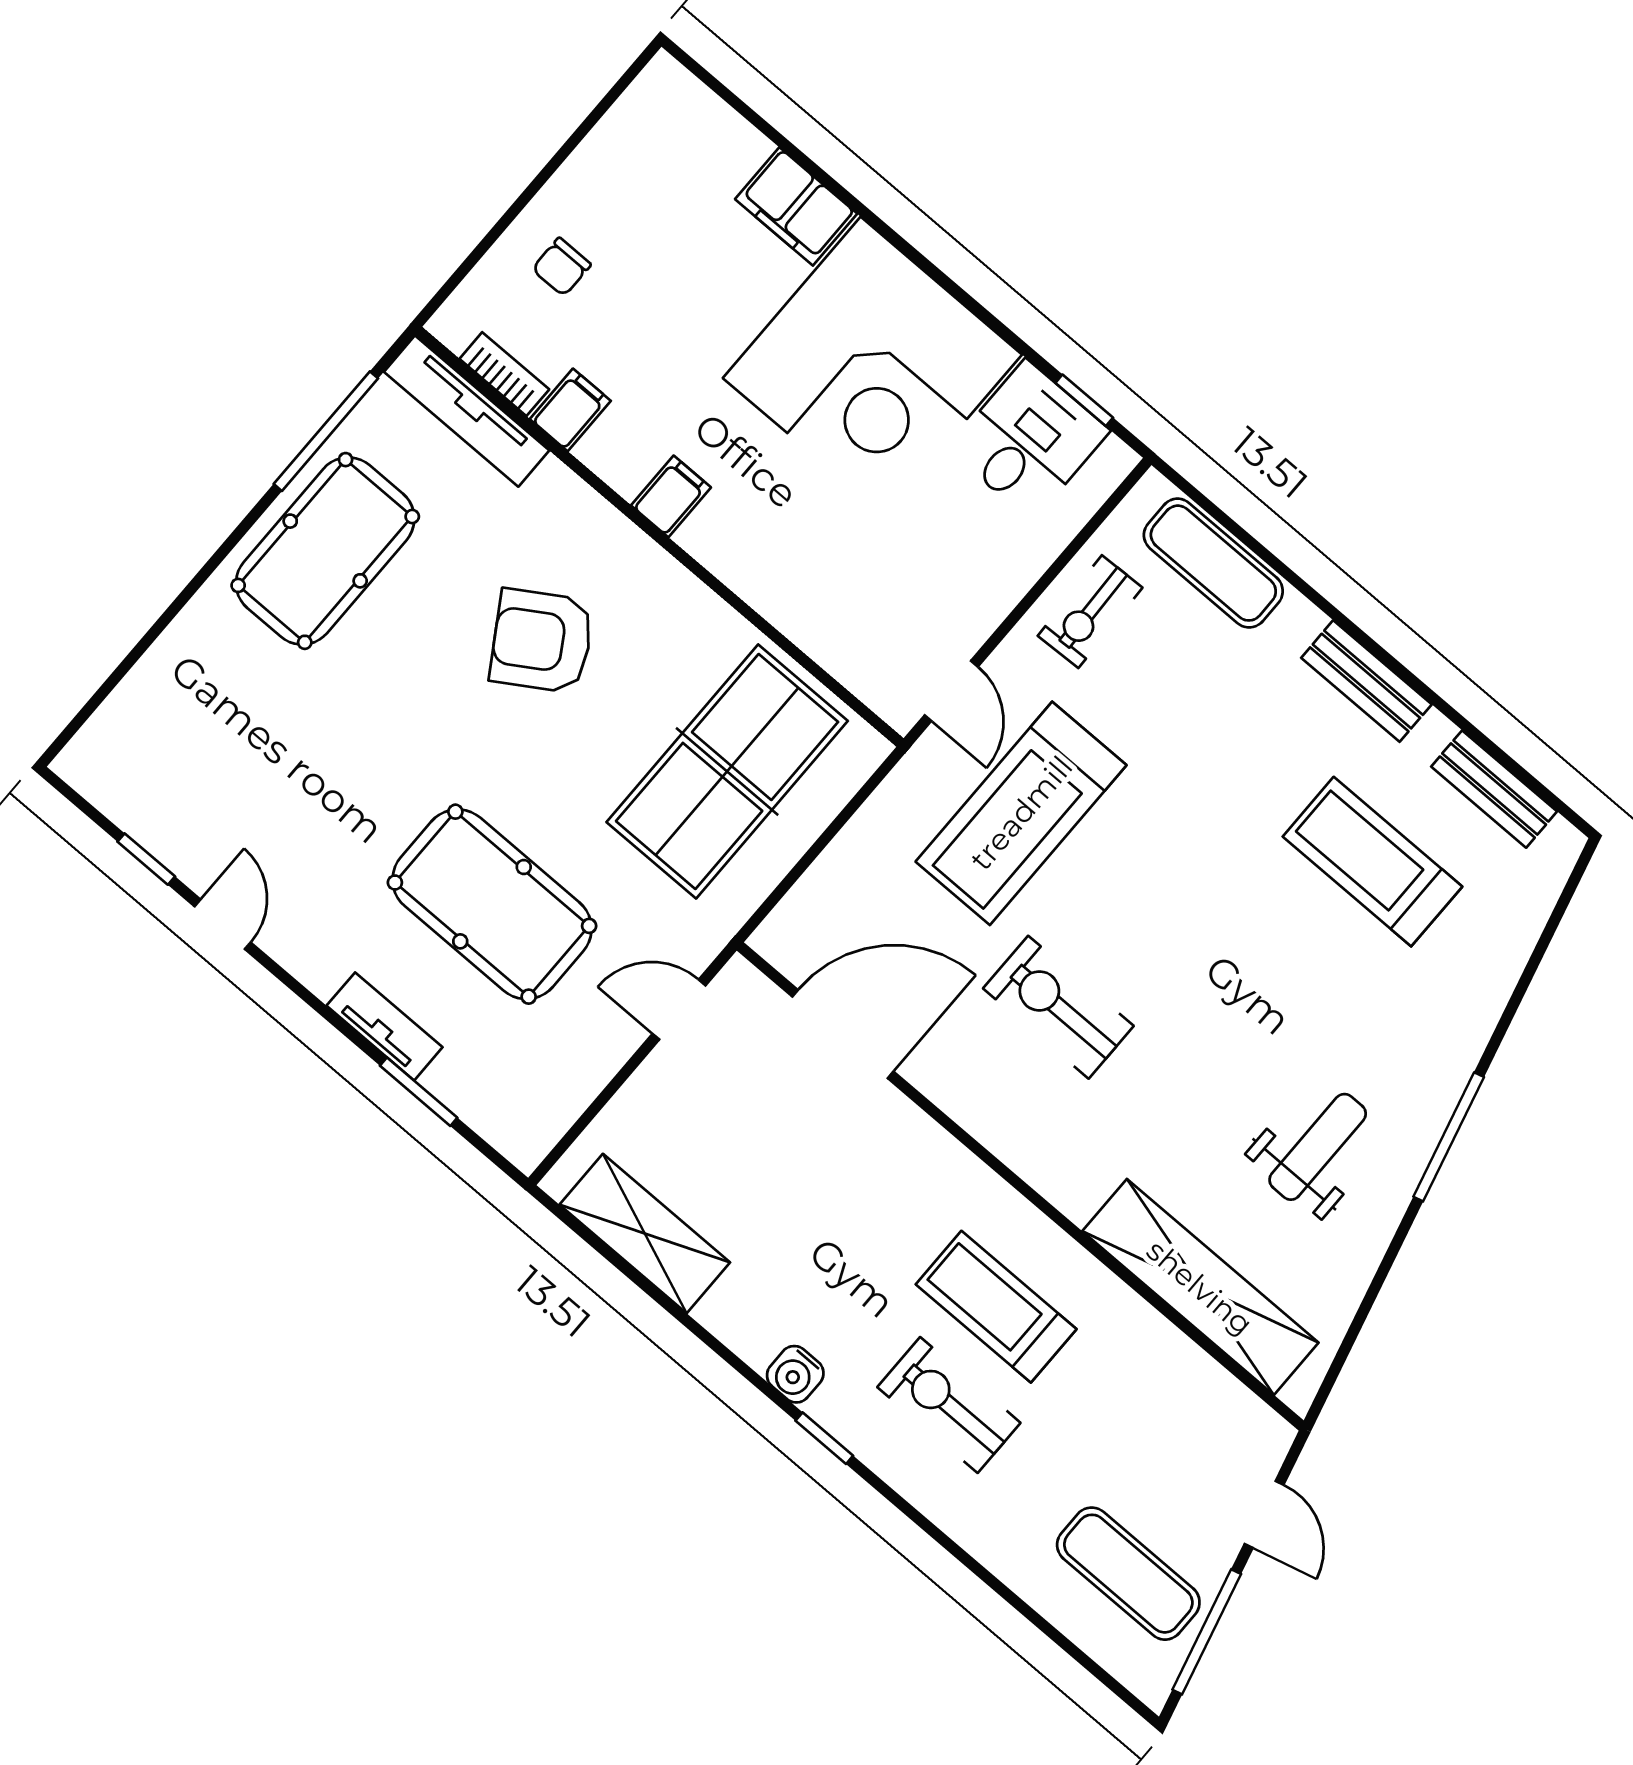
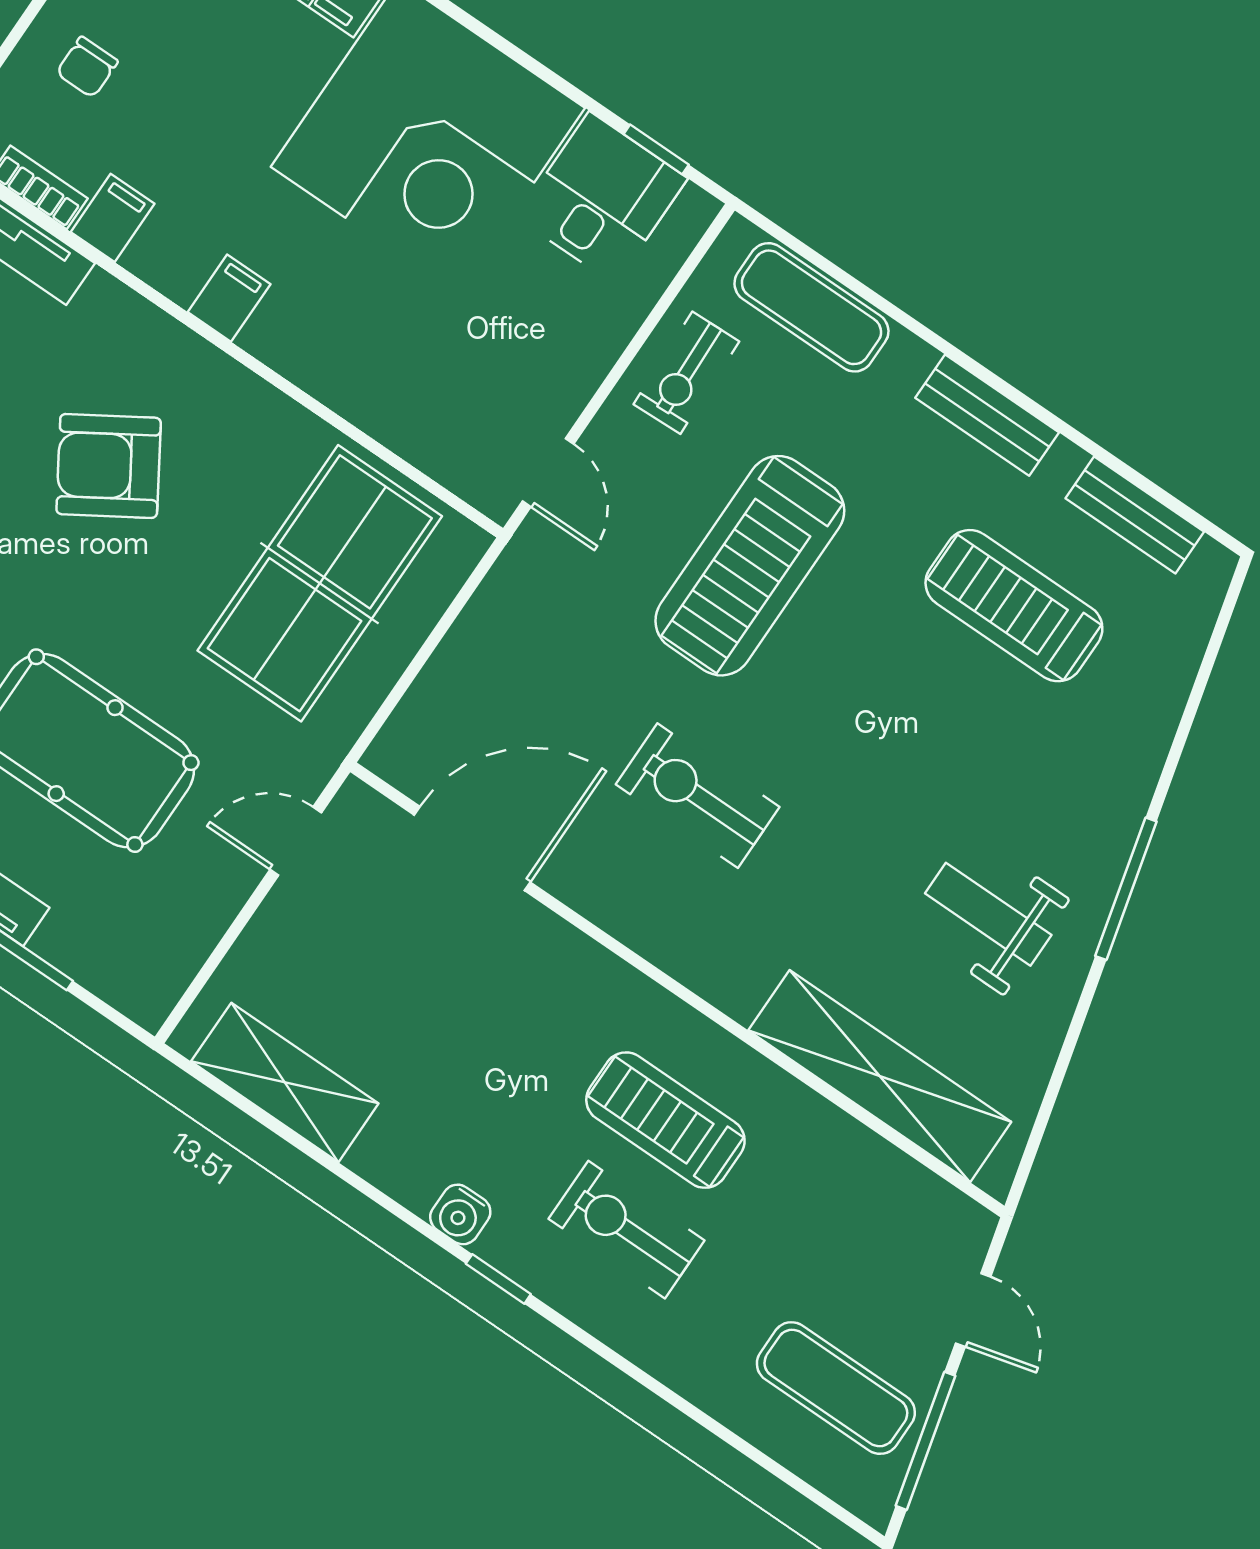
treadmill: (1021, 813) -> (750, 566), moved
weight bench: (1318, 1147) -> (988, 914), turned -90

